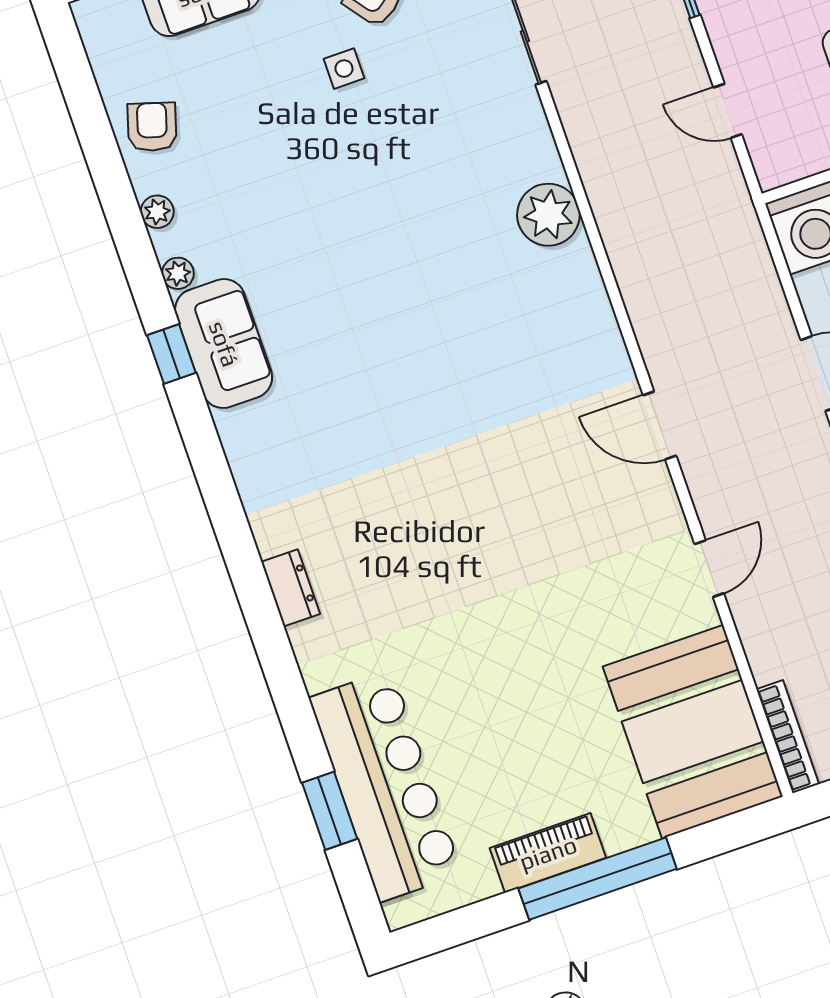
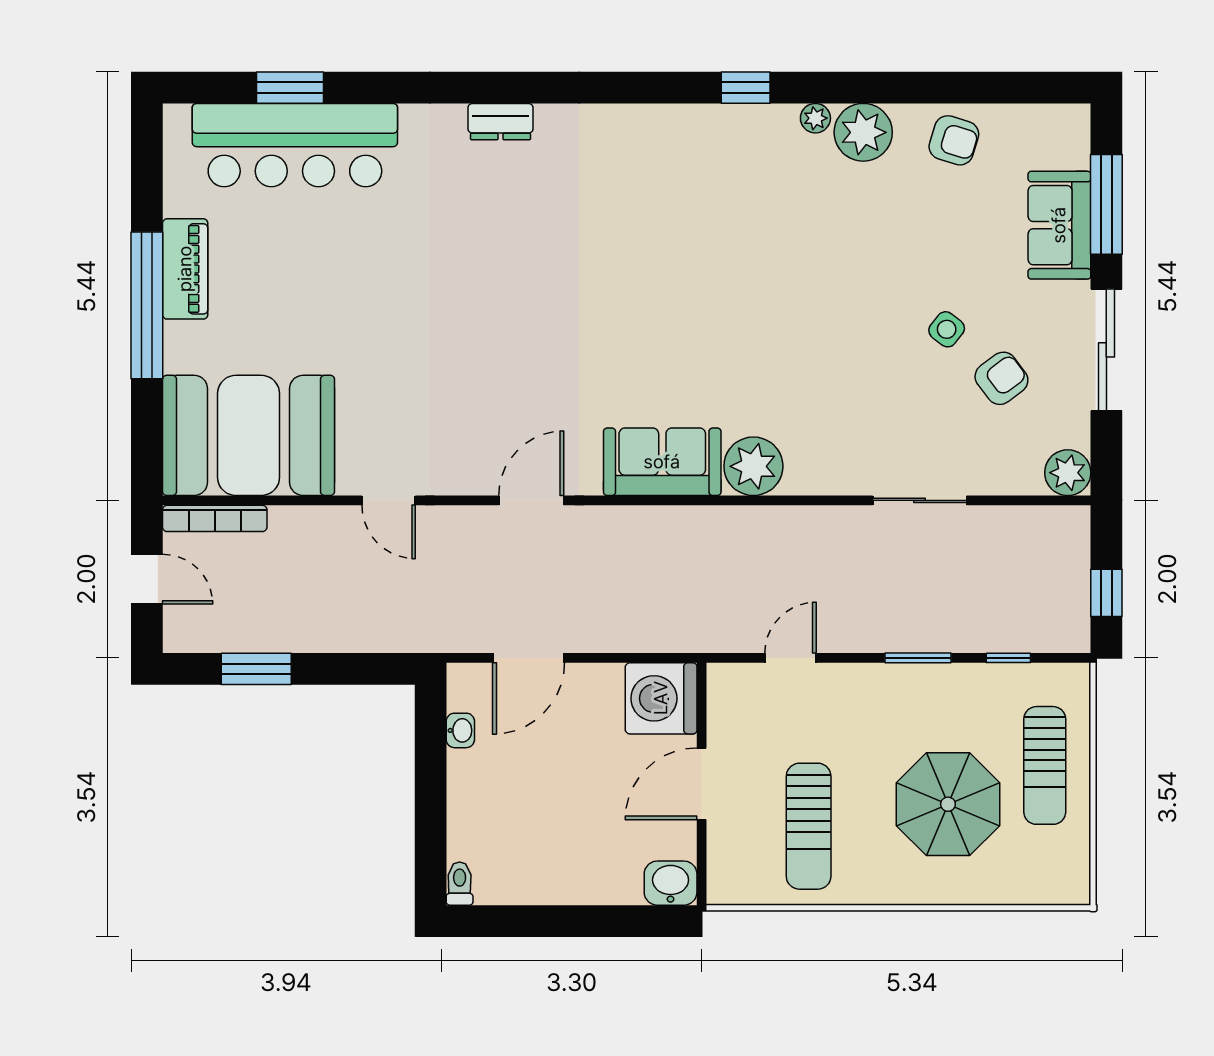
side table: (344, 69) -> (947, 329), turned 38
plant: (157, 212) -> (863, 132), width x1.87, depth x1.87
sofa: (224, 344) -> (662, 462), moved, turned 180

